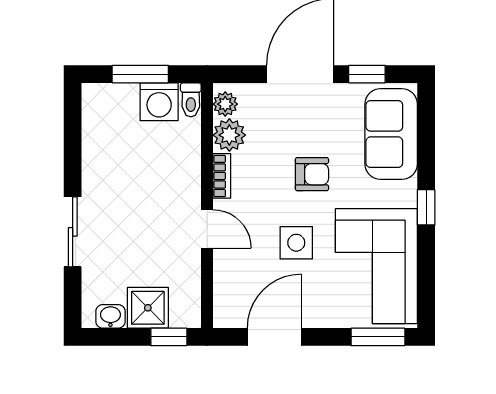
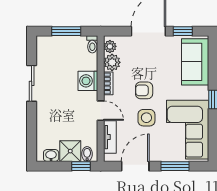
washing machine: (159, 102) -> (88, 81), moved, turned 90
armchair: (312, 174) -> (144, 90), moved, turned 180
sliding door: (73, 232) -> (32, 83), moved
tv unit: (225, 280) -> (110, 137), added
bidet: (181, 313) -> (87, 154), added
window: (378, 337) -> (175, 166), moved

